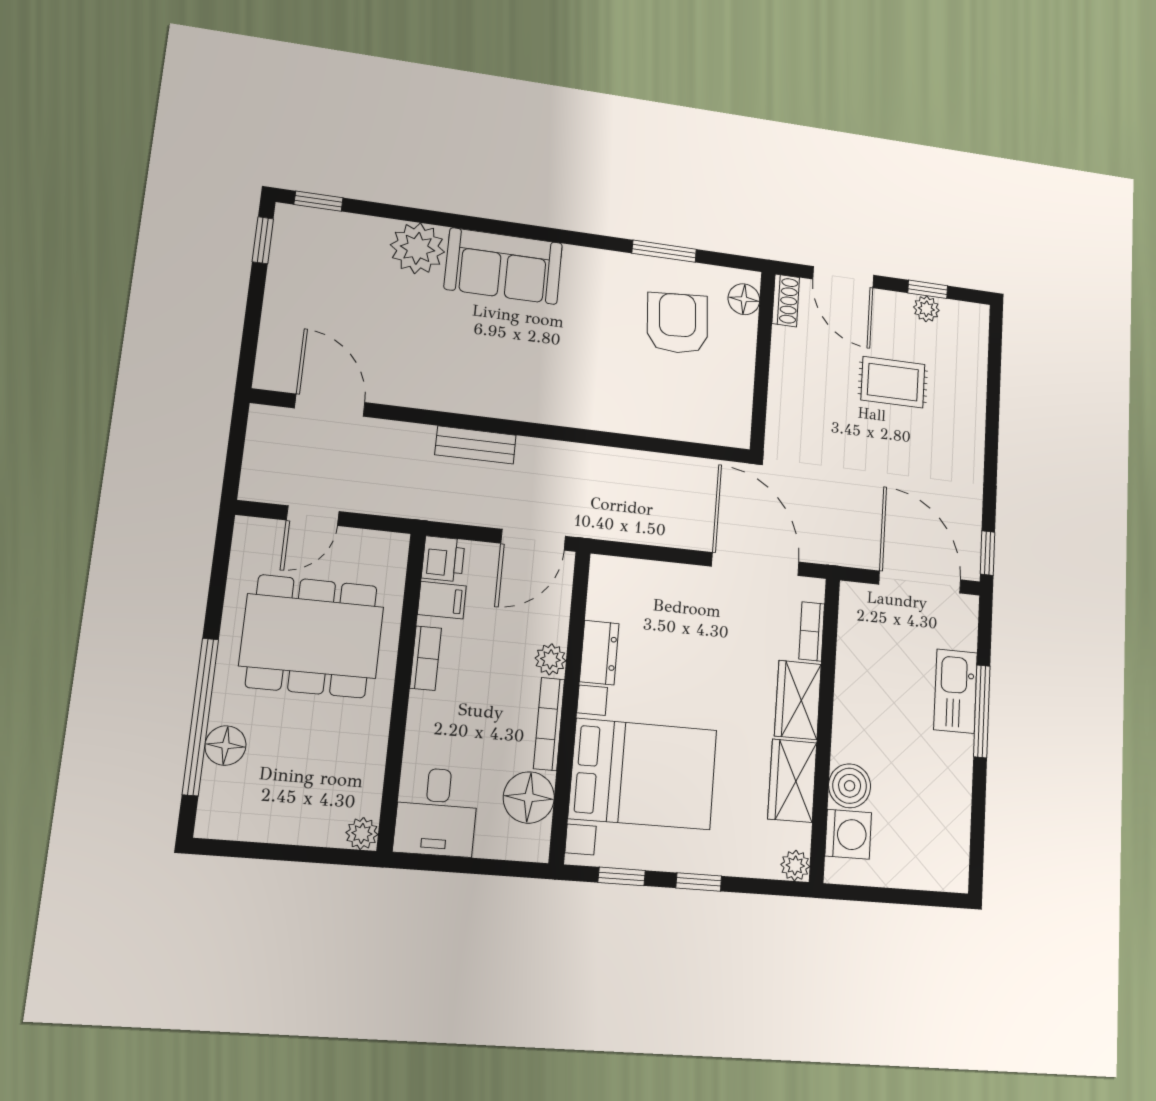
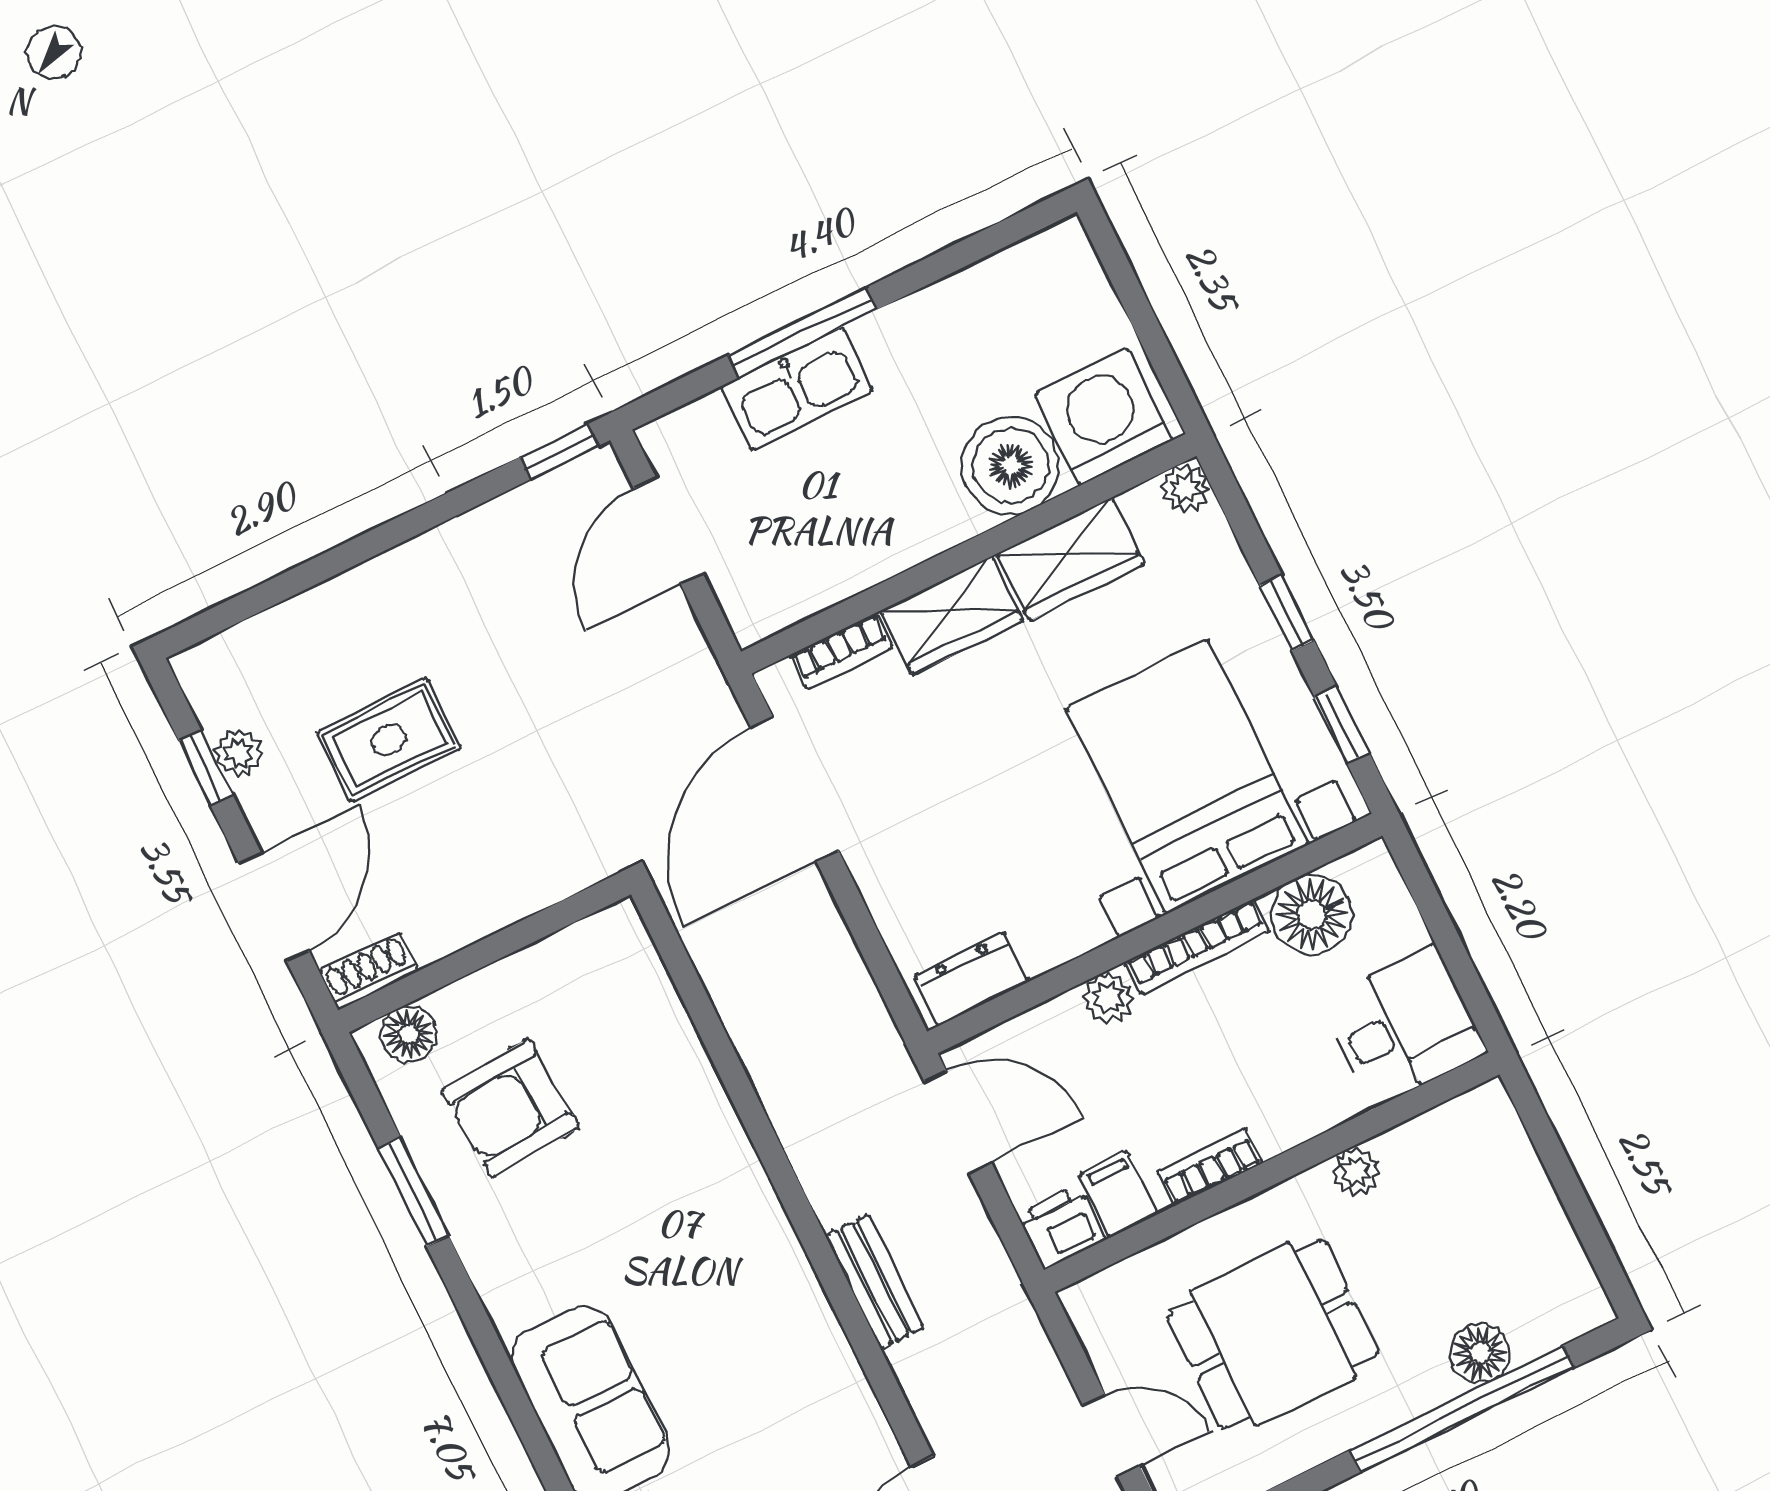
rug: (893, 382) -> (389, 740), turned 90
door: (920, 582) -> (668, 531), width x0.73
dining table: (312, 636) -> (1273, 1334), width x0.73
dresser: (599, 653) -> (971, 979), moved
boiler: (850, 786) -> (1011, 466), width x1.37, depth x1.37
plant: (362, 833) -> (1356, 1172), moved
washing machine: (848, 834) -> (1104, 417), width x1.37, depth x1.37

